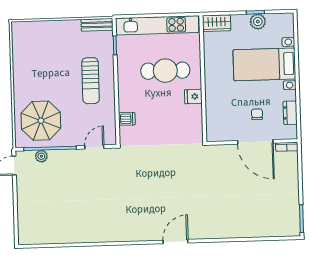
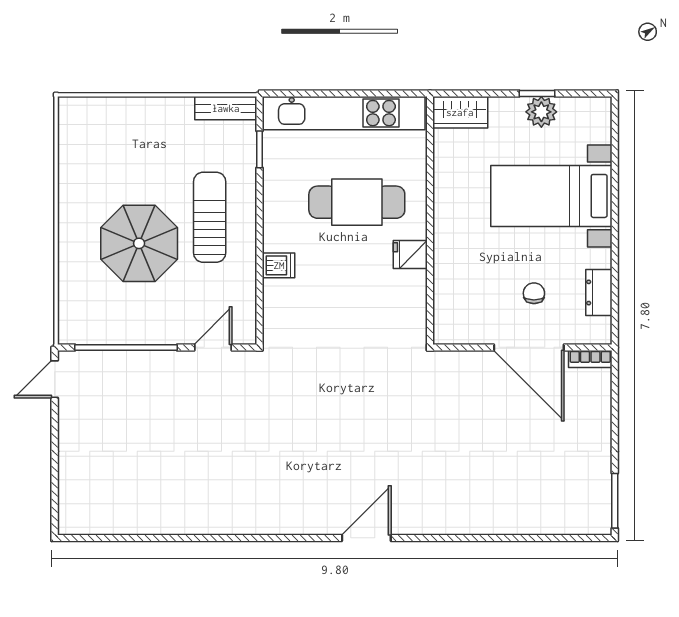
sun lounger: (91, 81) -> (210, 217), turned 180
dishwasher: (127, 119) -> (279, 265), moved
parasol: (41, 121) -> (139, 243), moved
plant: (41, 156) -> (109, 362), removed

